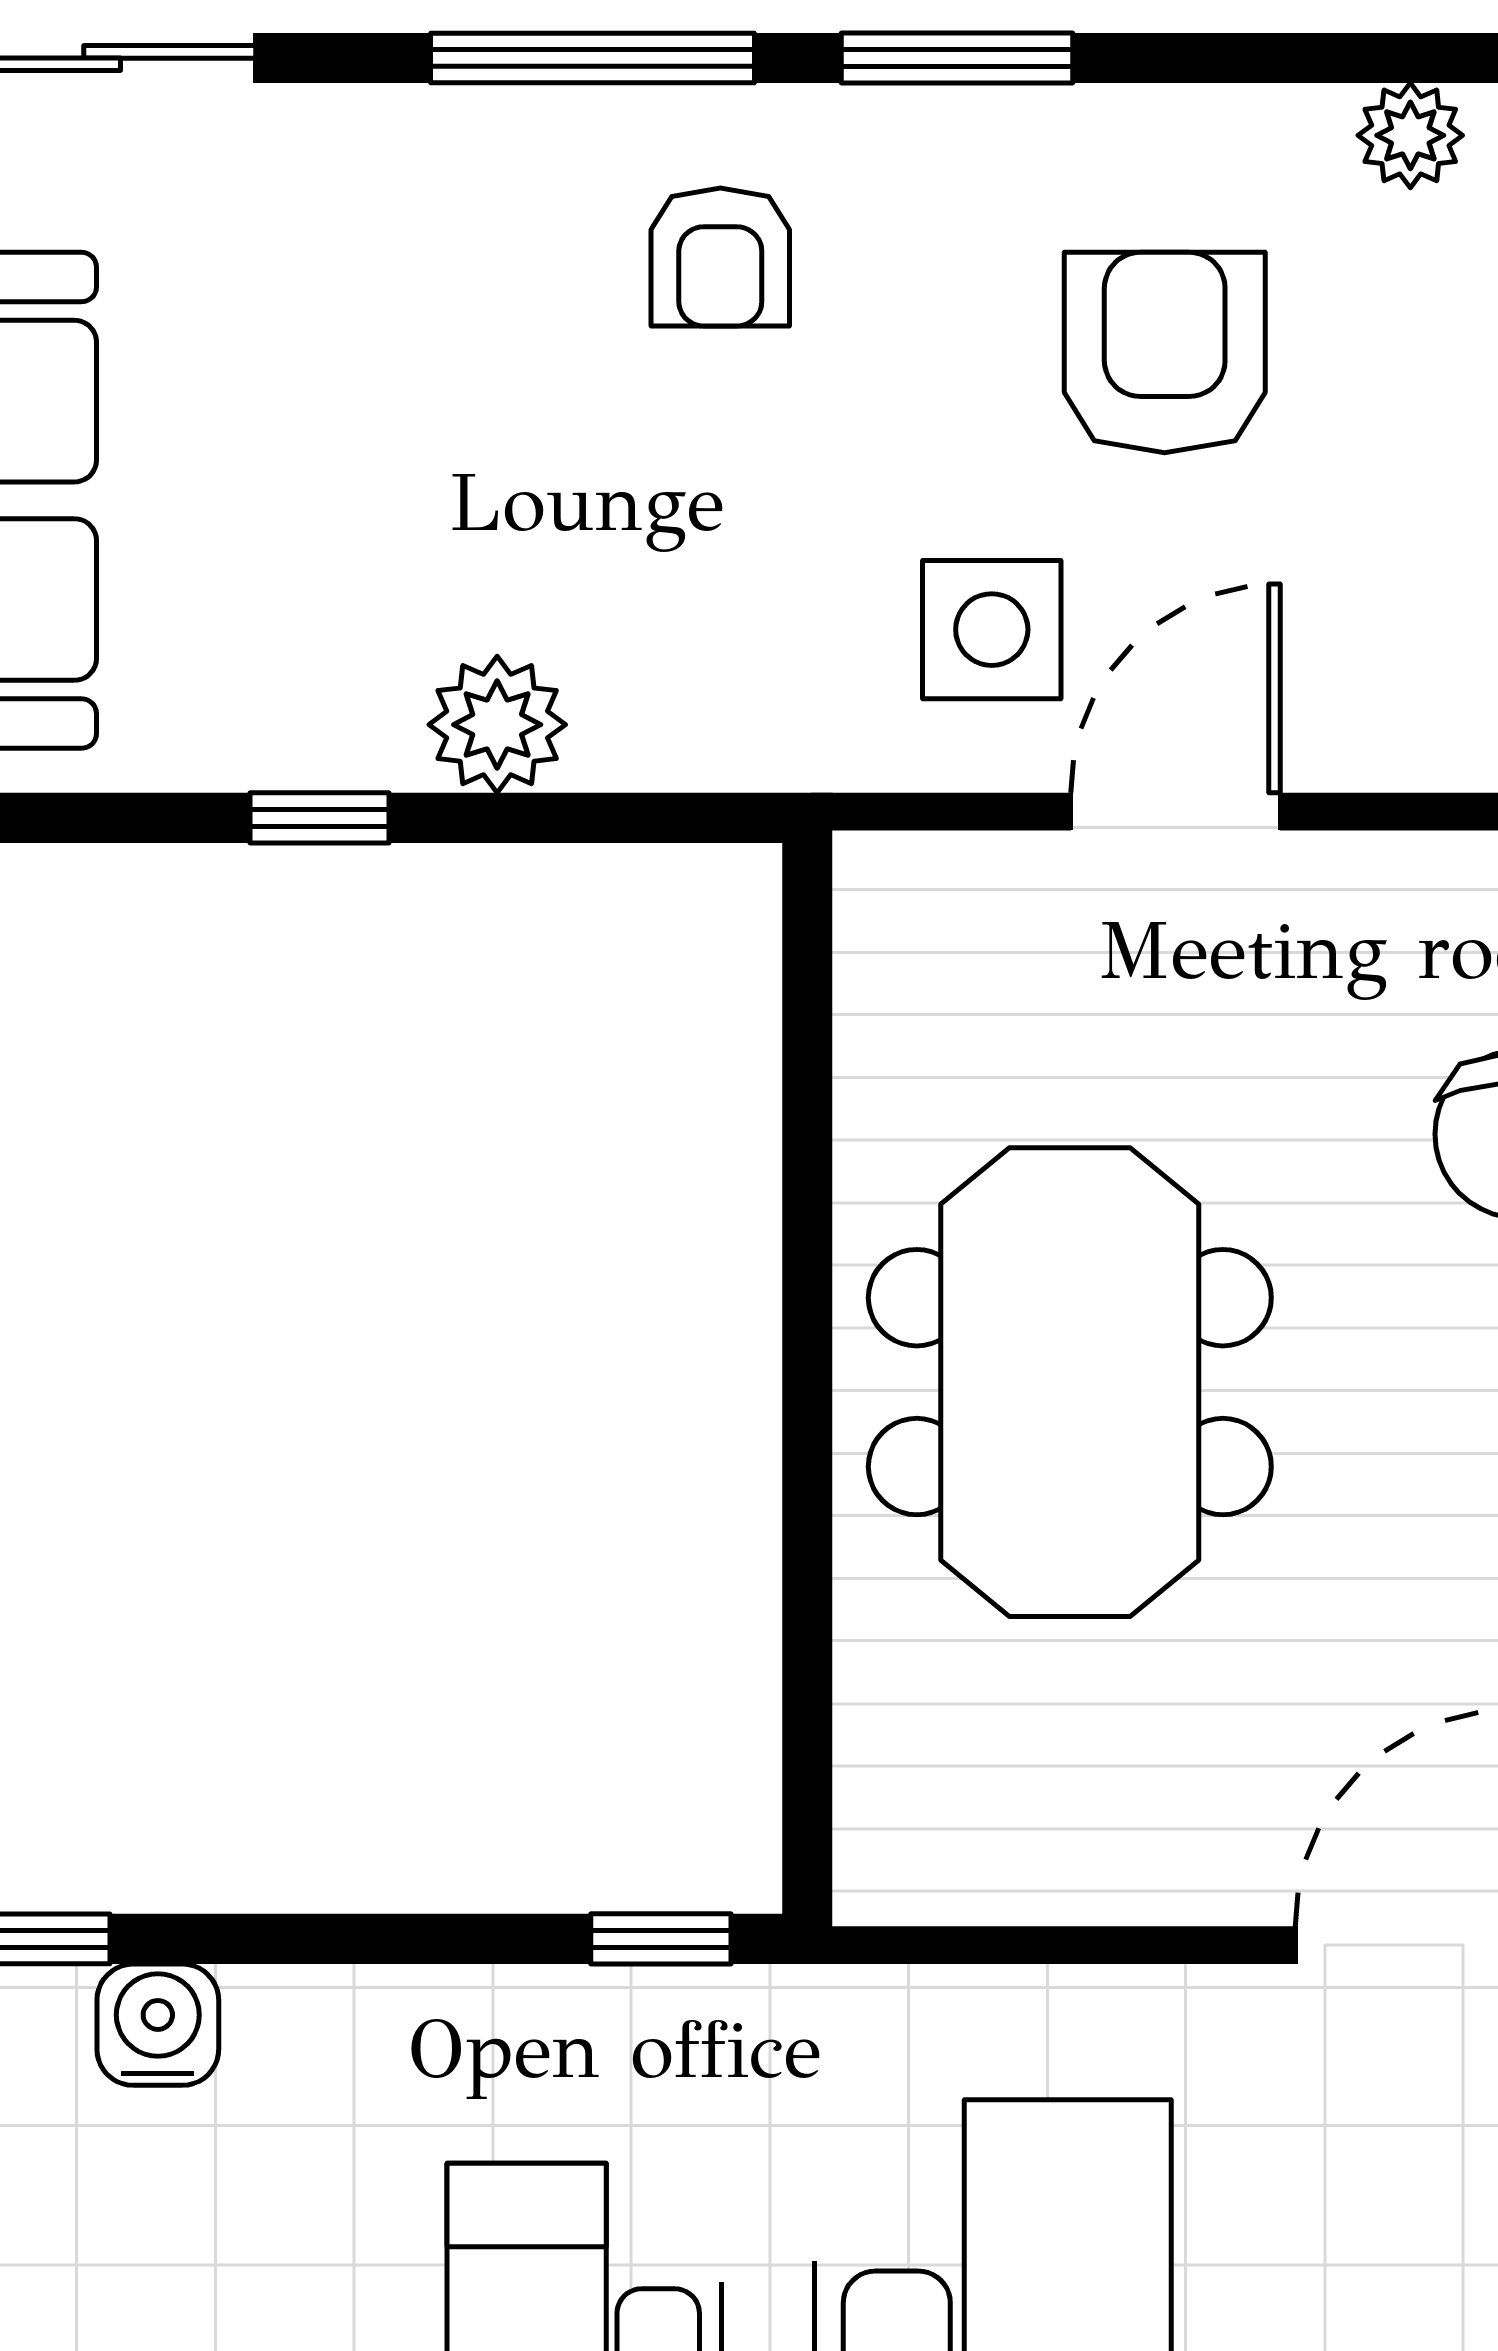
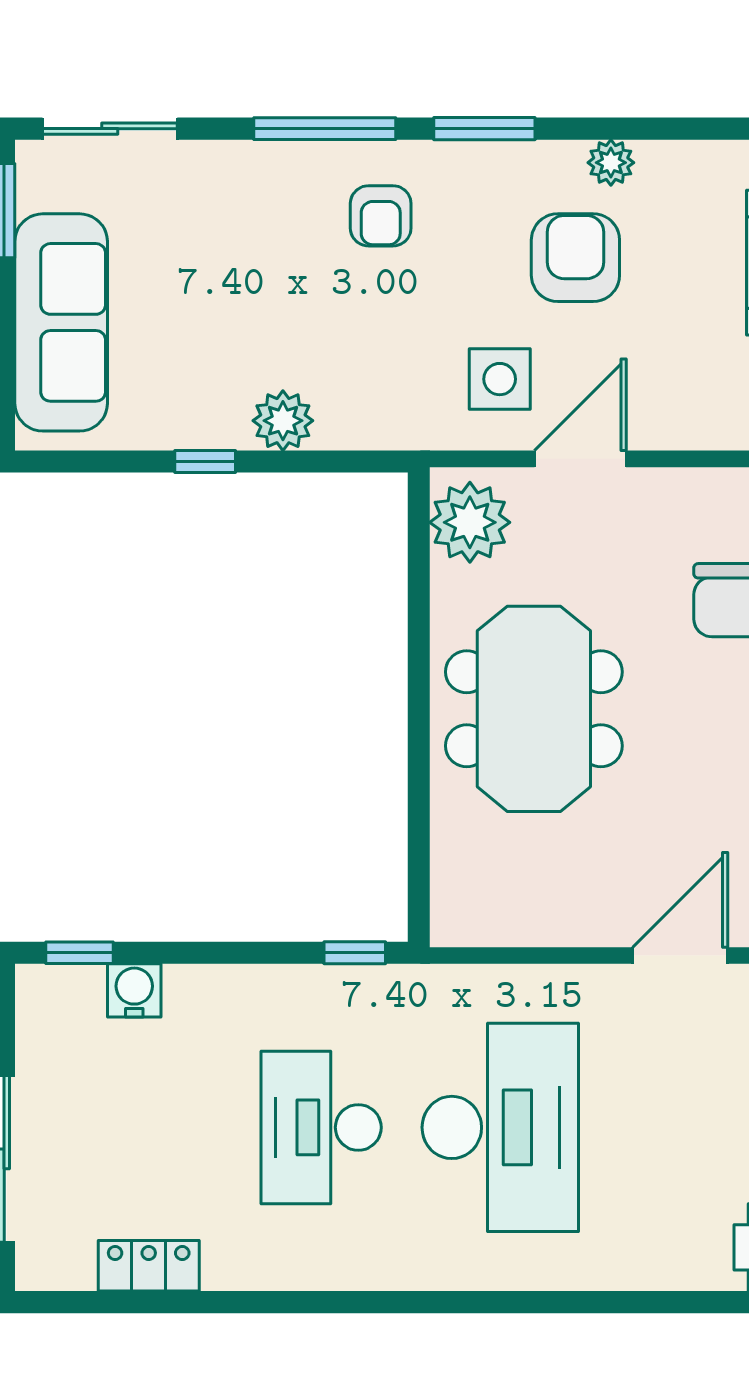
plant: (1410, 135) -> (611, 163), moved
plant: (924, 956) -> (470, 522), added

